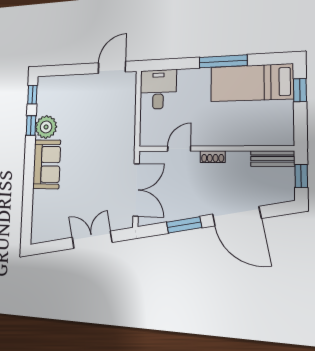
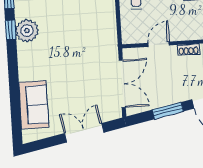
sofa: (47, 164) -> (34, 105), moved

